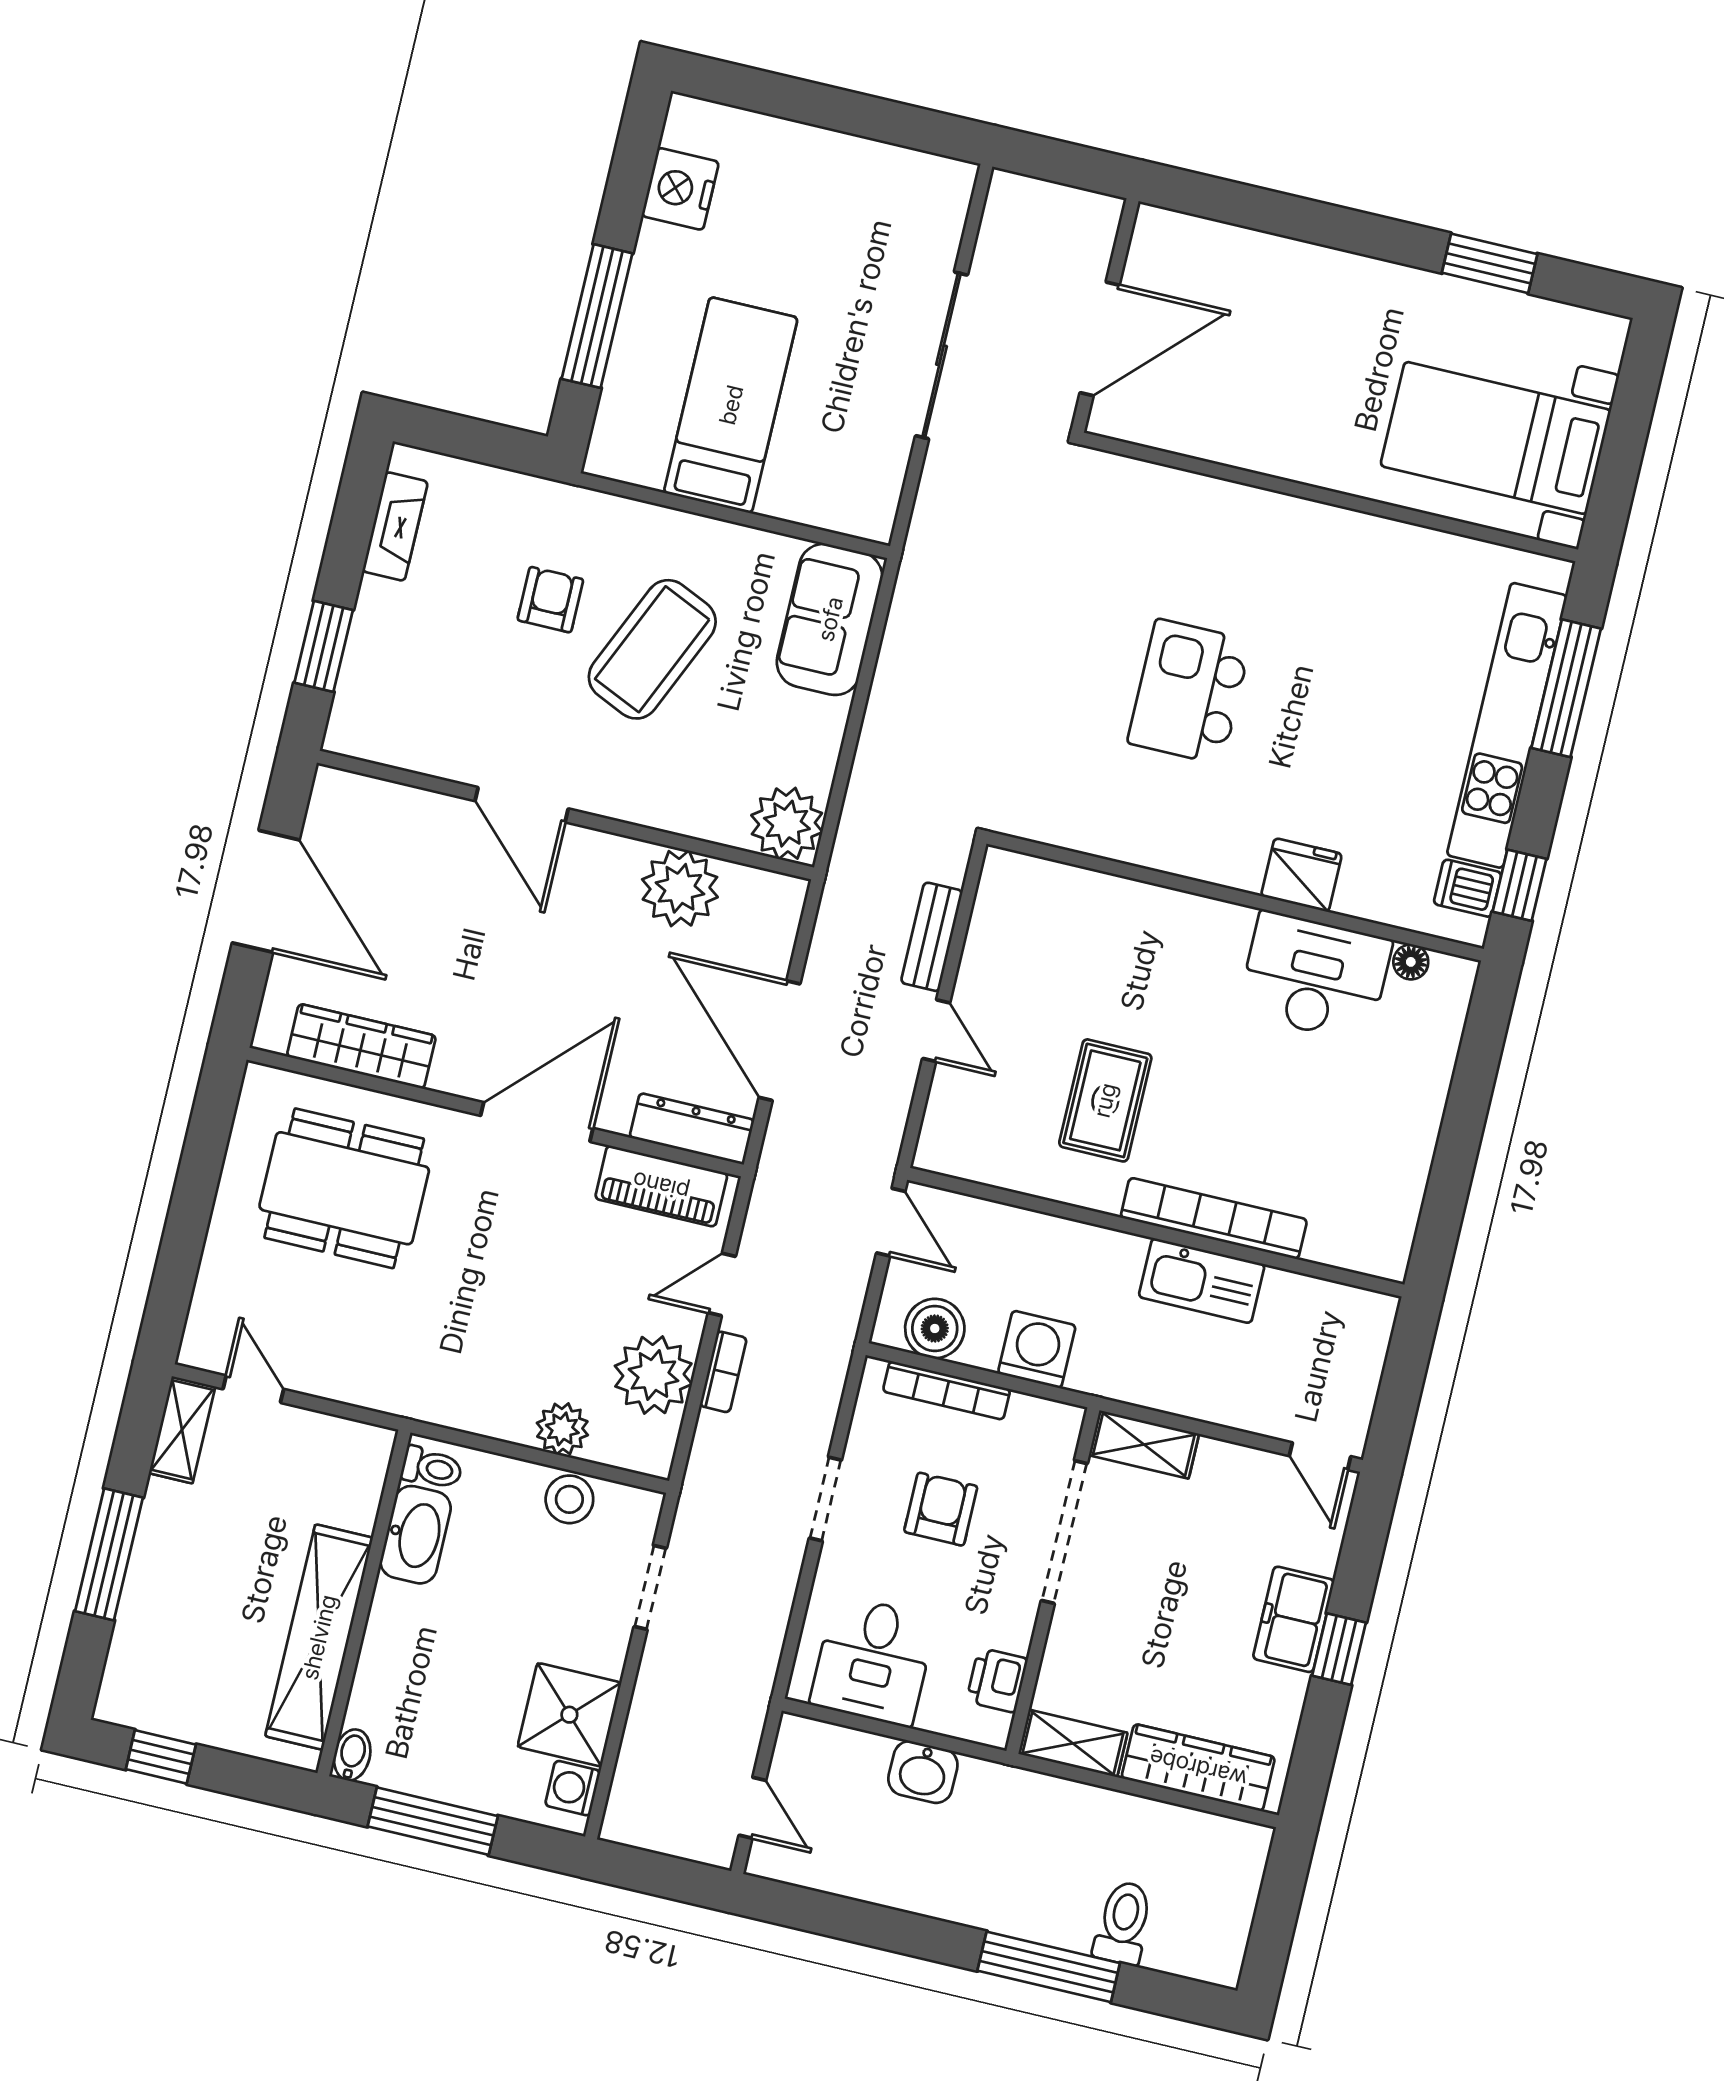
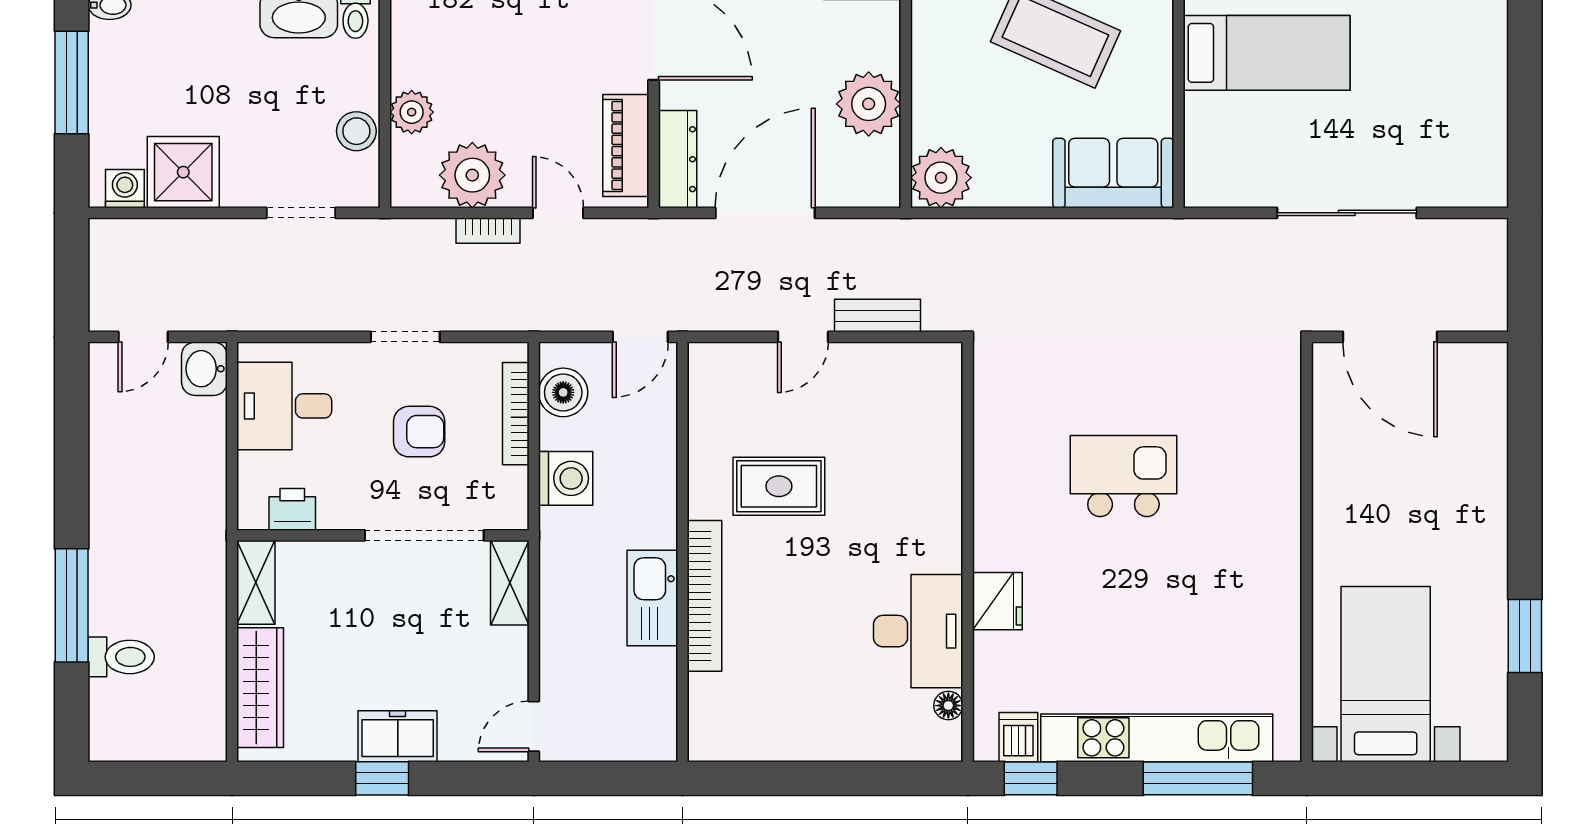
washbasin: (923, 1772) -> (204, 369), moved

